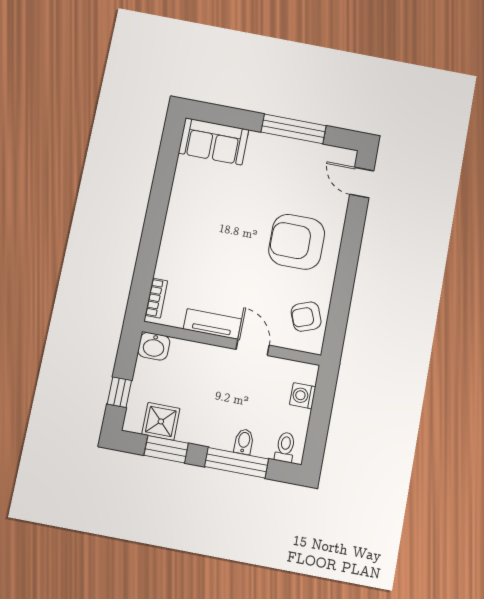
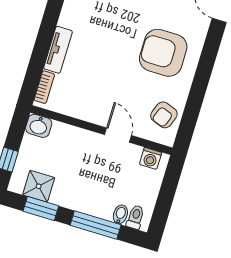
armchair: (306, 317) -> (164, 115), turned -49
tv unit: (212, 324) -> (58, 50), moved, turned 90
washing machine: (303, 396) -> (151, 158), moved, turned -90
bidet: (244, 442) -> (120, 214), moved

